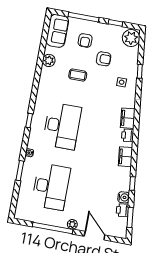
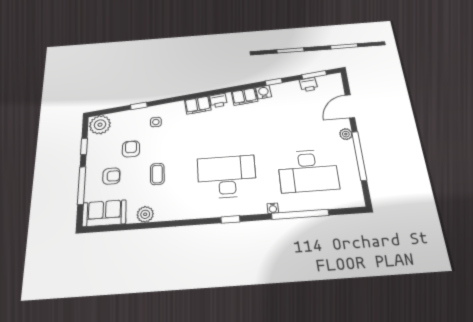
window: (20, 171) -> (300, 214), width x2.11
desk: (51, 187) -> (308, 171), turned 180
water cooler: (124, 197) -> (264, 92), moved

